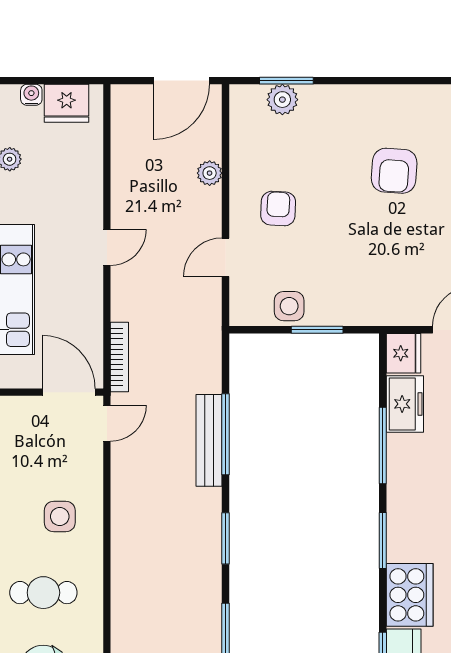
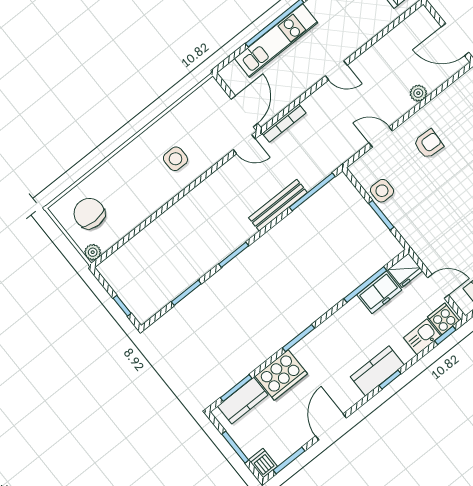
window: (226, 434) -> (312, 192), moved
window: (383, 446) -> (365, 285), moved
cafe table: (43, 593) -> (129, 182), removed

